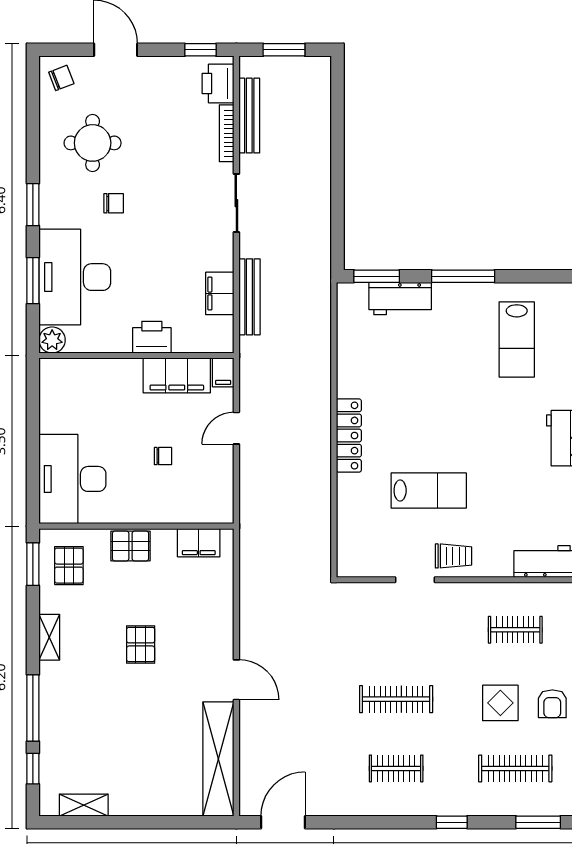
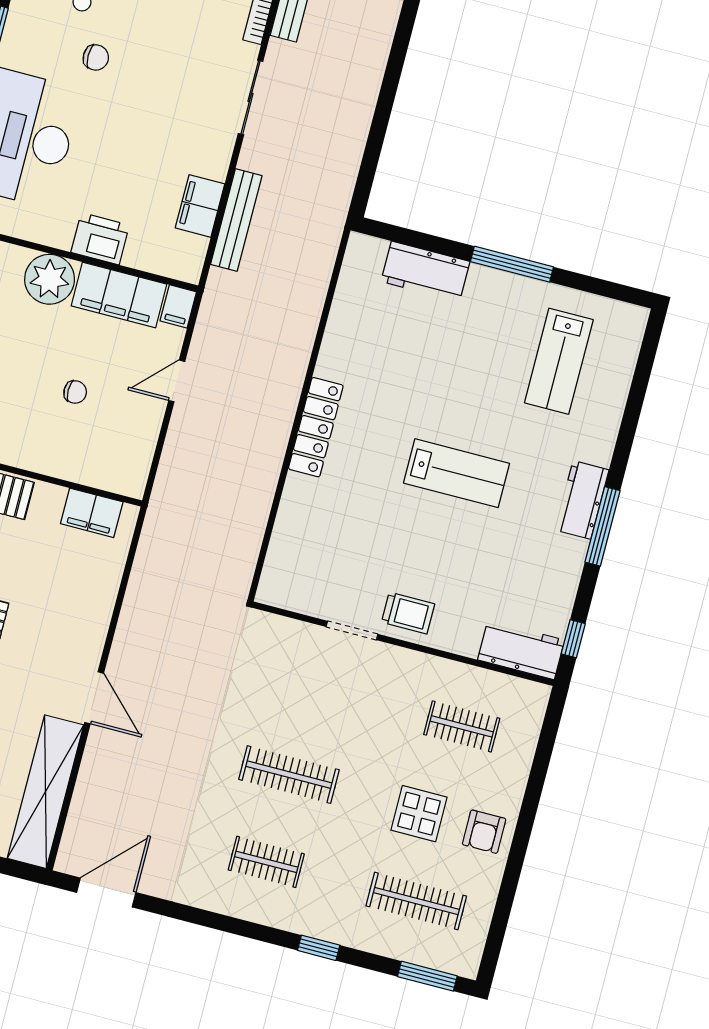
window: (377, 276) -> (403, 236), removed
plant: (122, 377) -> (50, 279), added
lab bench: (429, 490) -> (457, 473), moved

